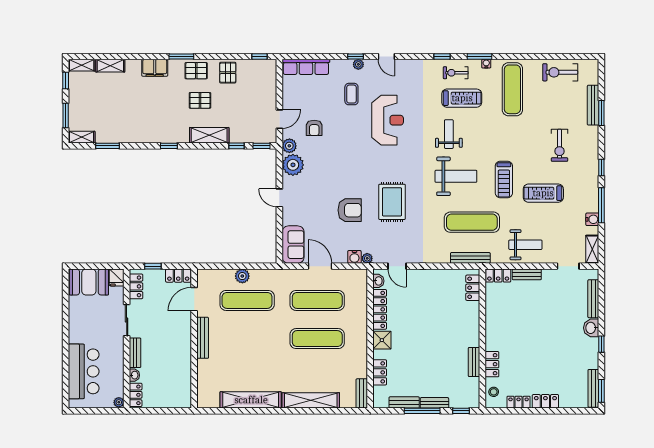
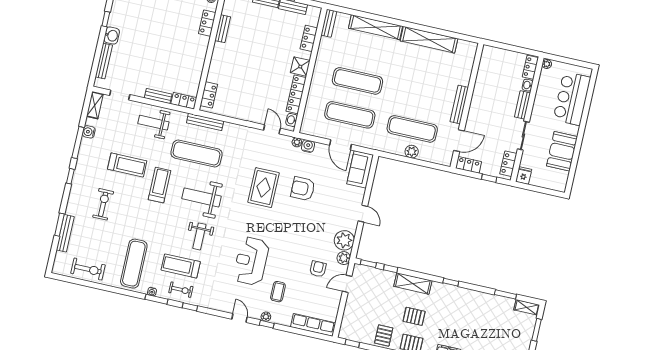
booth: (89, 282) -> (562, 151), moved, turned 90

